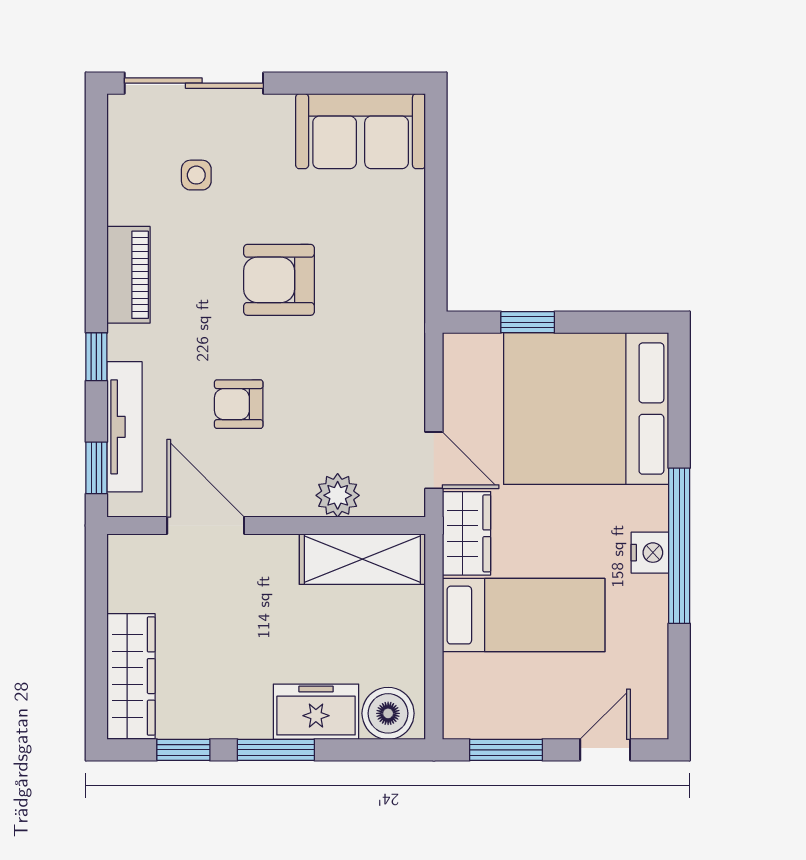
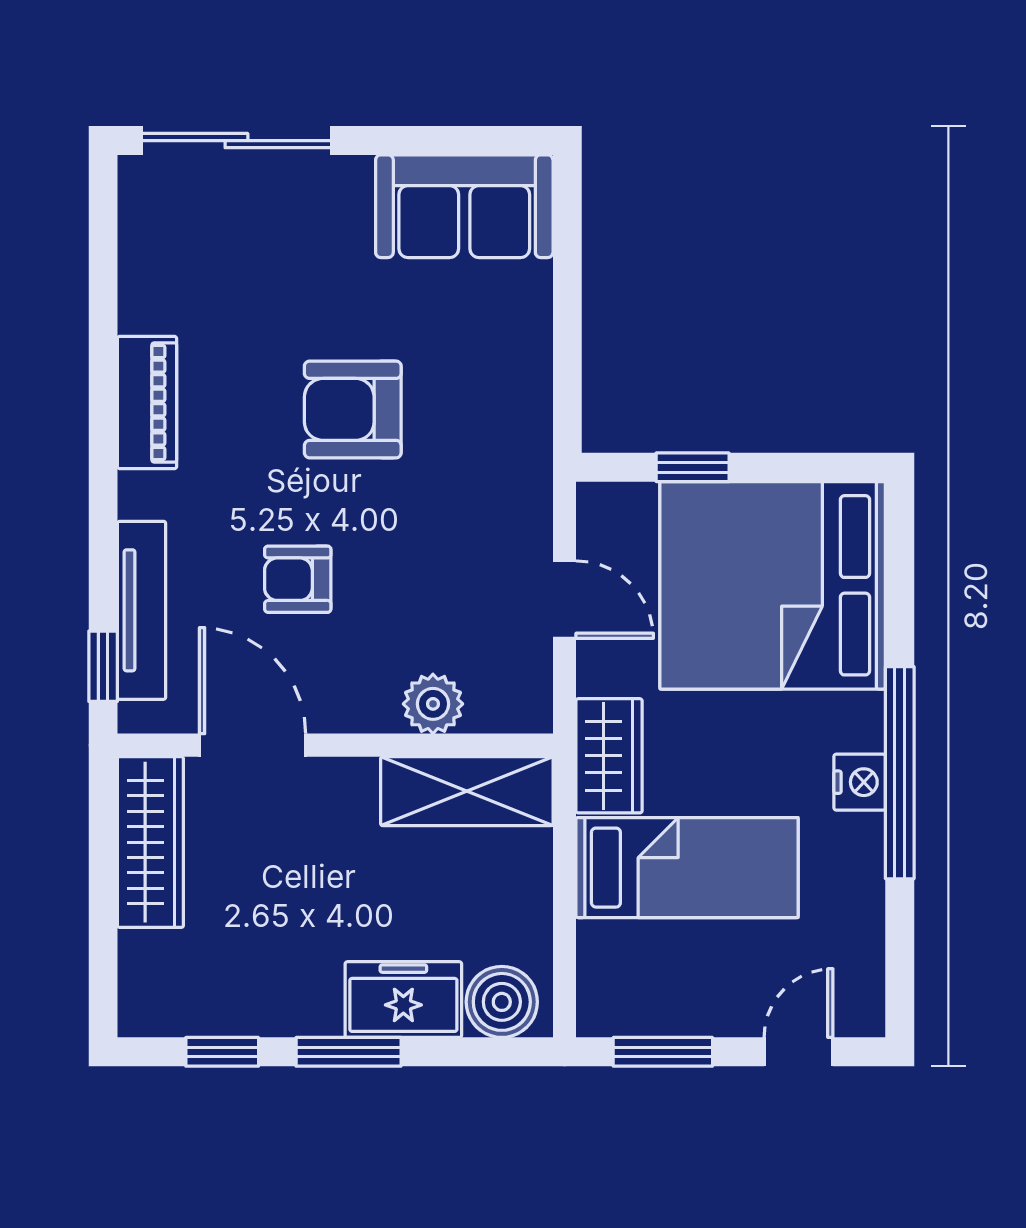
side table: (196, 175) -> (240, 266), removed
window: (96, 357) -> (103, 515), removed
door: (434, 460) -> (564, 600), moved
wardrobe: (131, 676) -> (150, 842), moved

